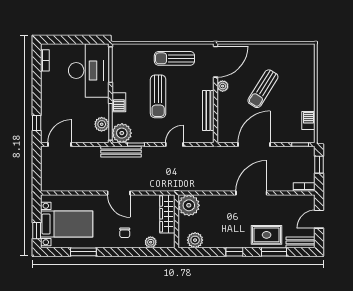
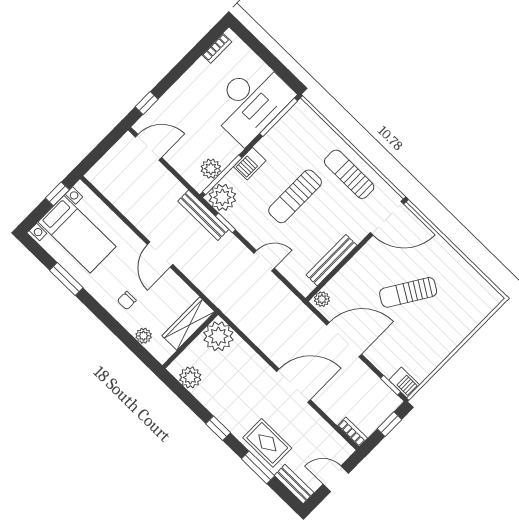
plant: (223, 86) -> (322, 299), moved
barbecue: (308, 120) -> (404, 383), moved, turned 90
window: (37, 231) -> (57, 194), moved

